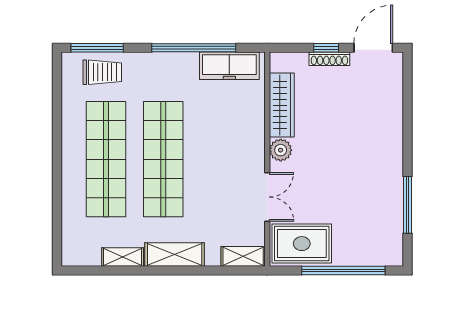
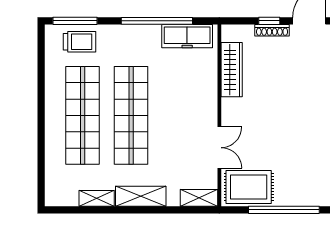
plant: (281, 150) -> (231, 108), removed

